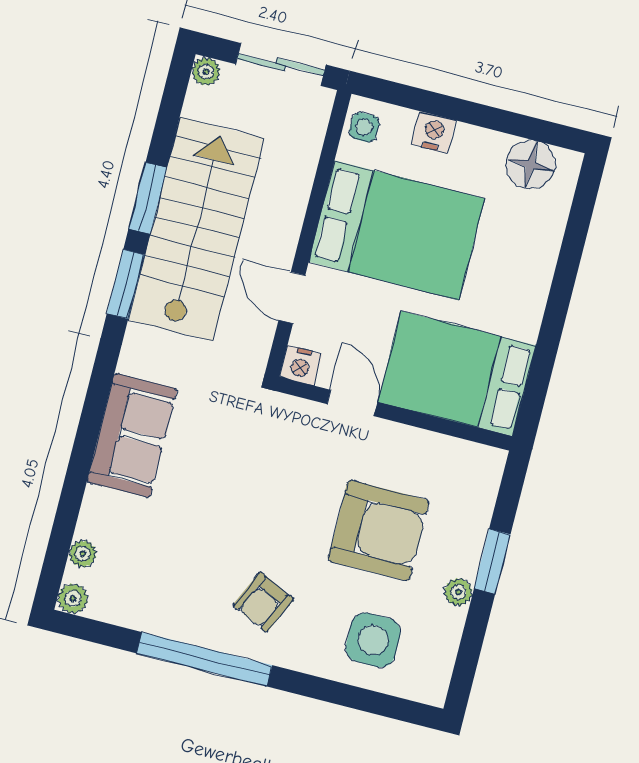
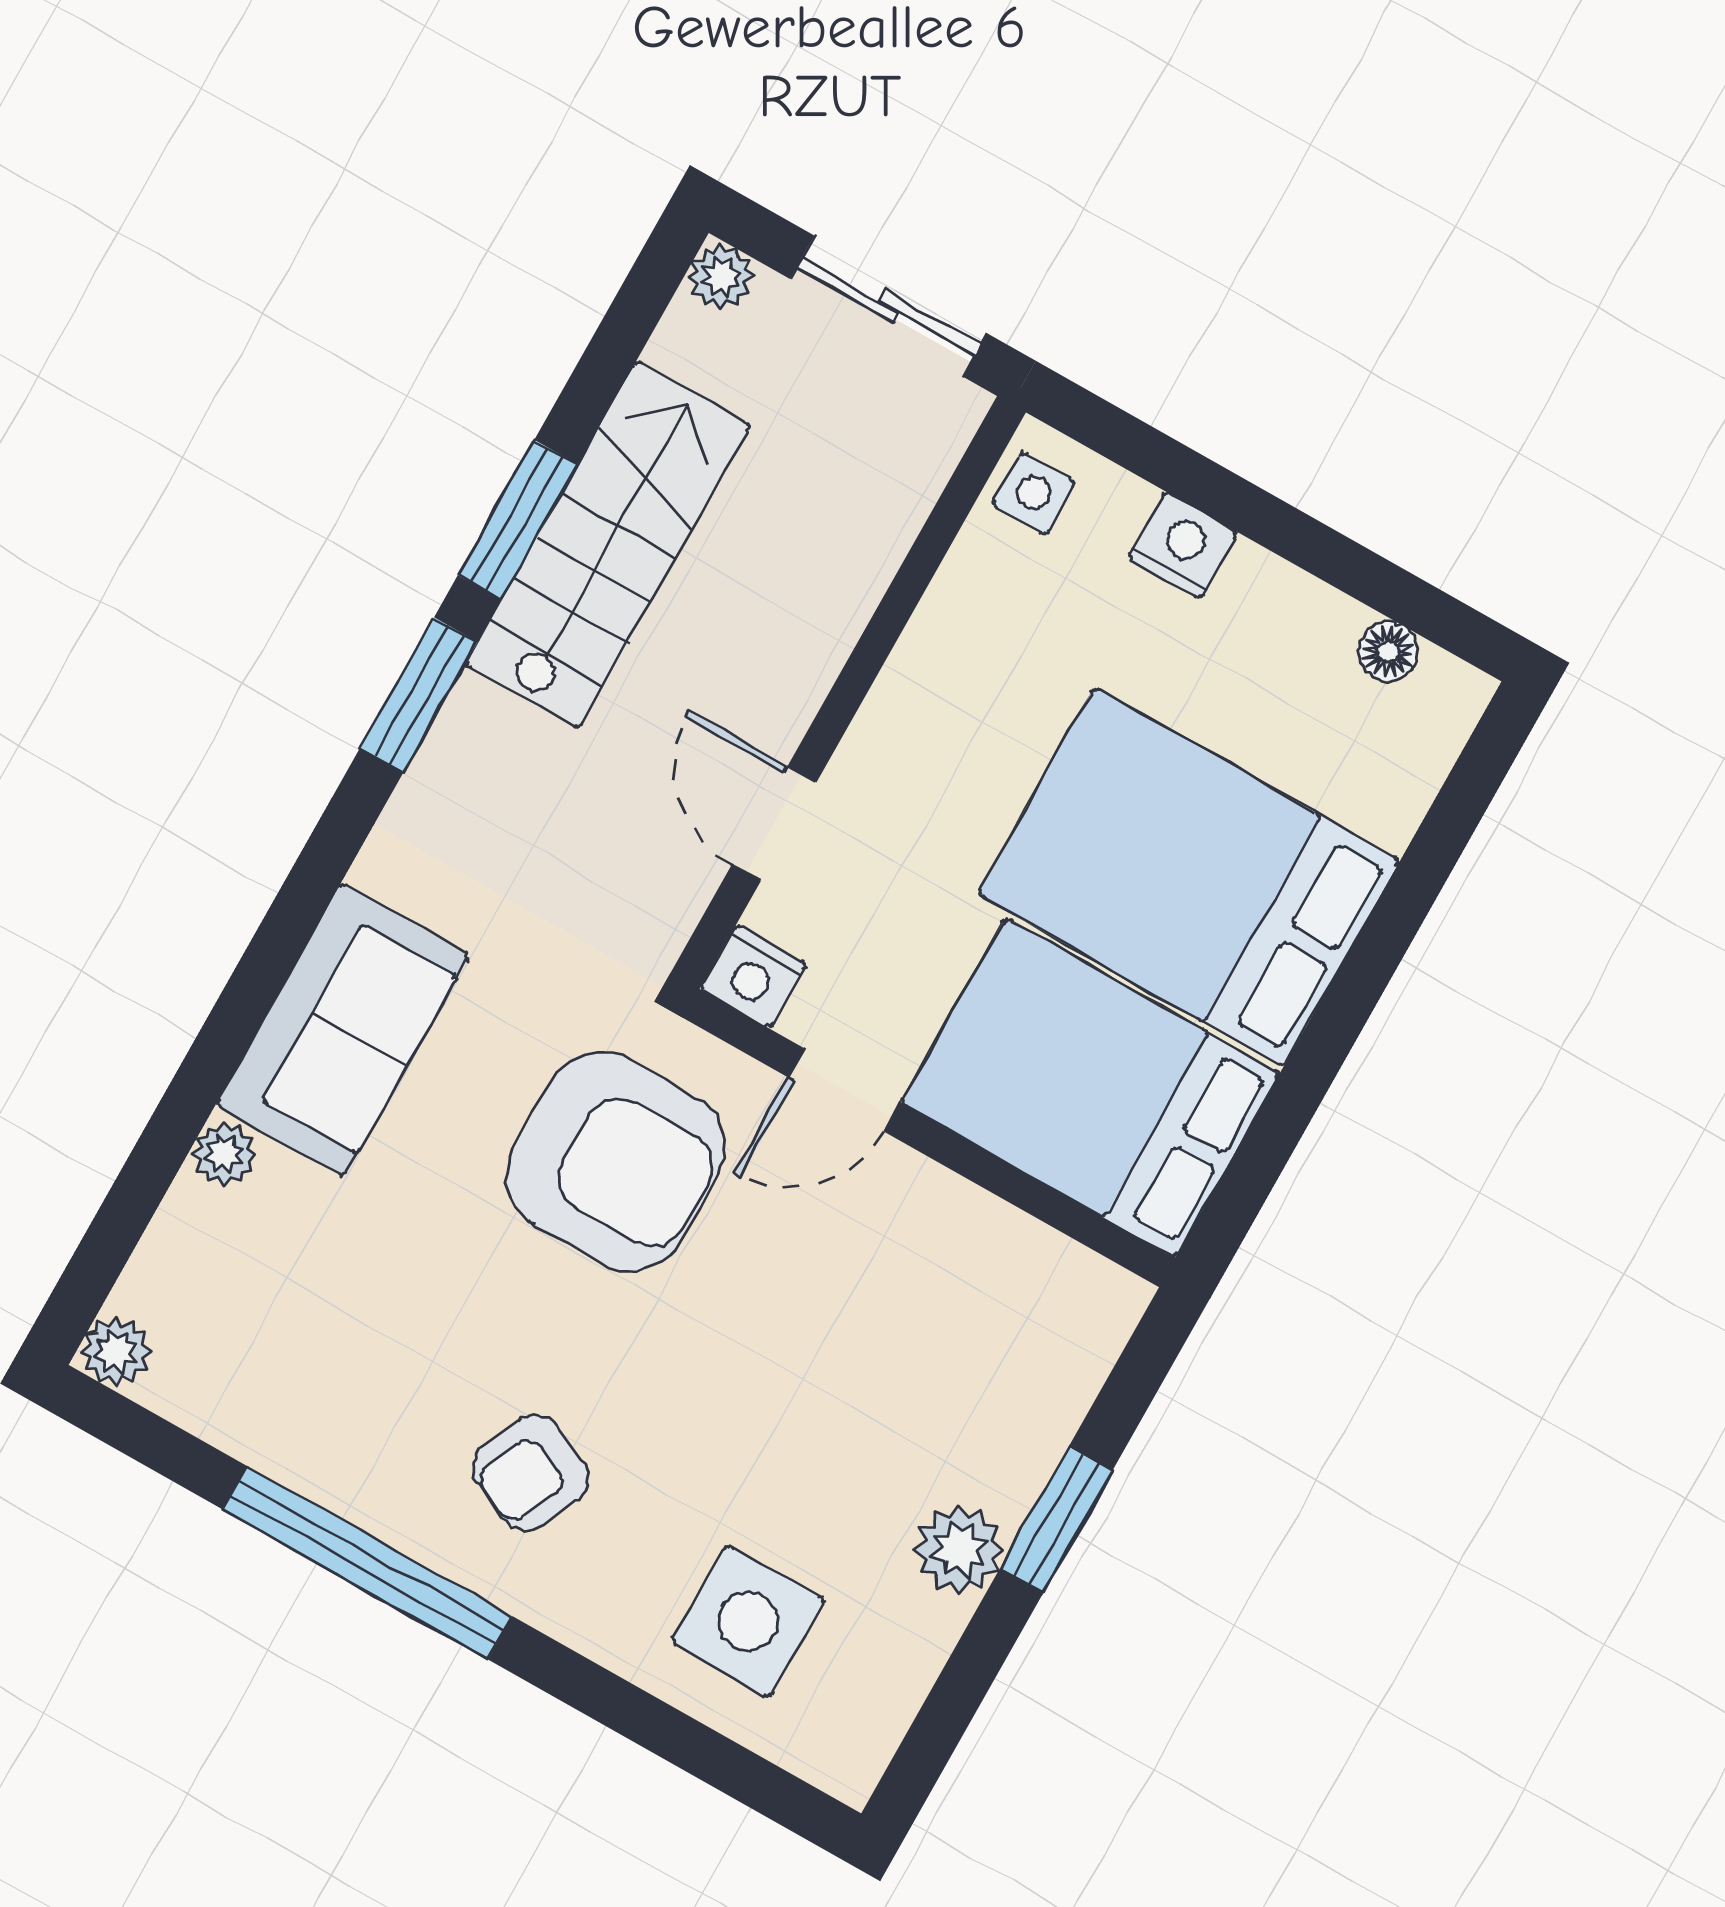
floor lamp: (530, 165) -> (1388, 651), width x0.53, depth x0.53
stairs: (196, 229) -> (608, 545), width x0.73, depth x0.66
bed: (397, 230) -> (1189, 877), moved, turned 180
door: (352, 403) -> (844, 1090), swing flipped
armchair: (379, 531) -> (616, 1161), moved
plant: (83, 554) -> (224, 1154), moved
plant: (458, 592) -> (959, 1550), width x1.38, depth x1.38

